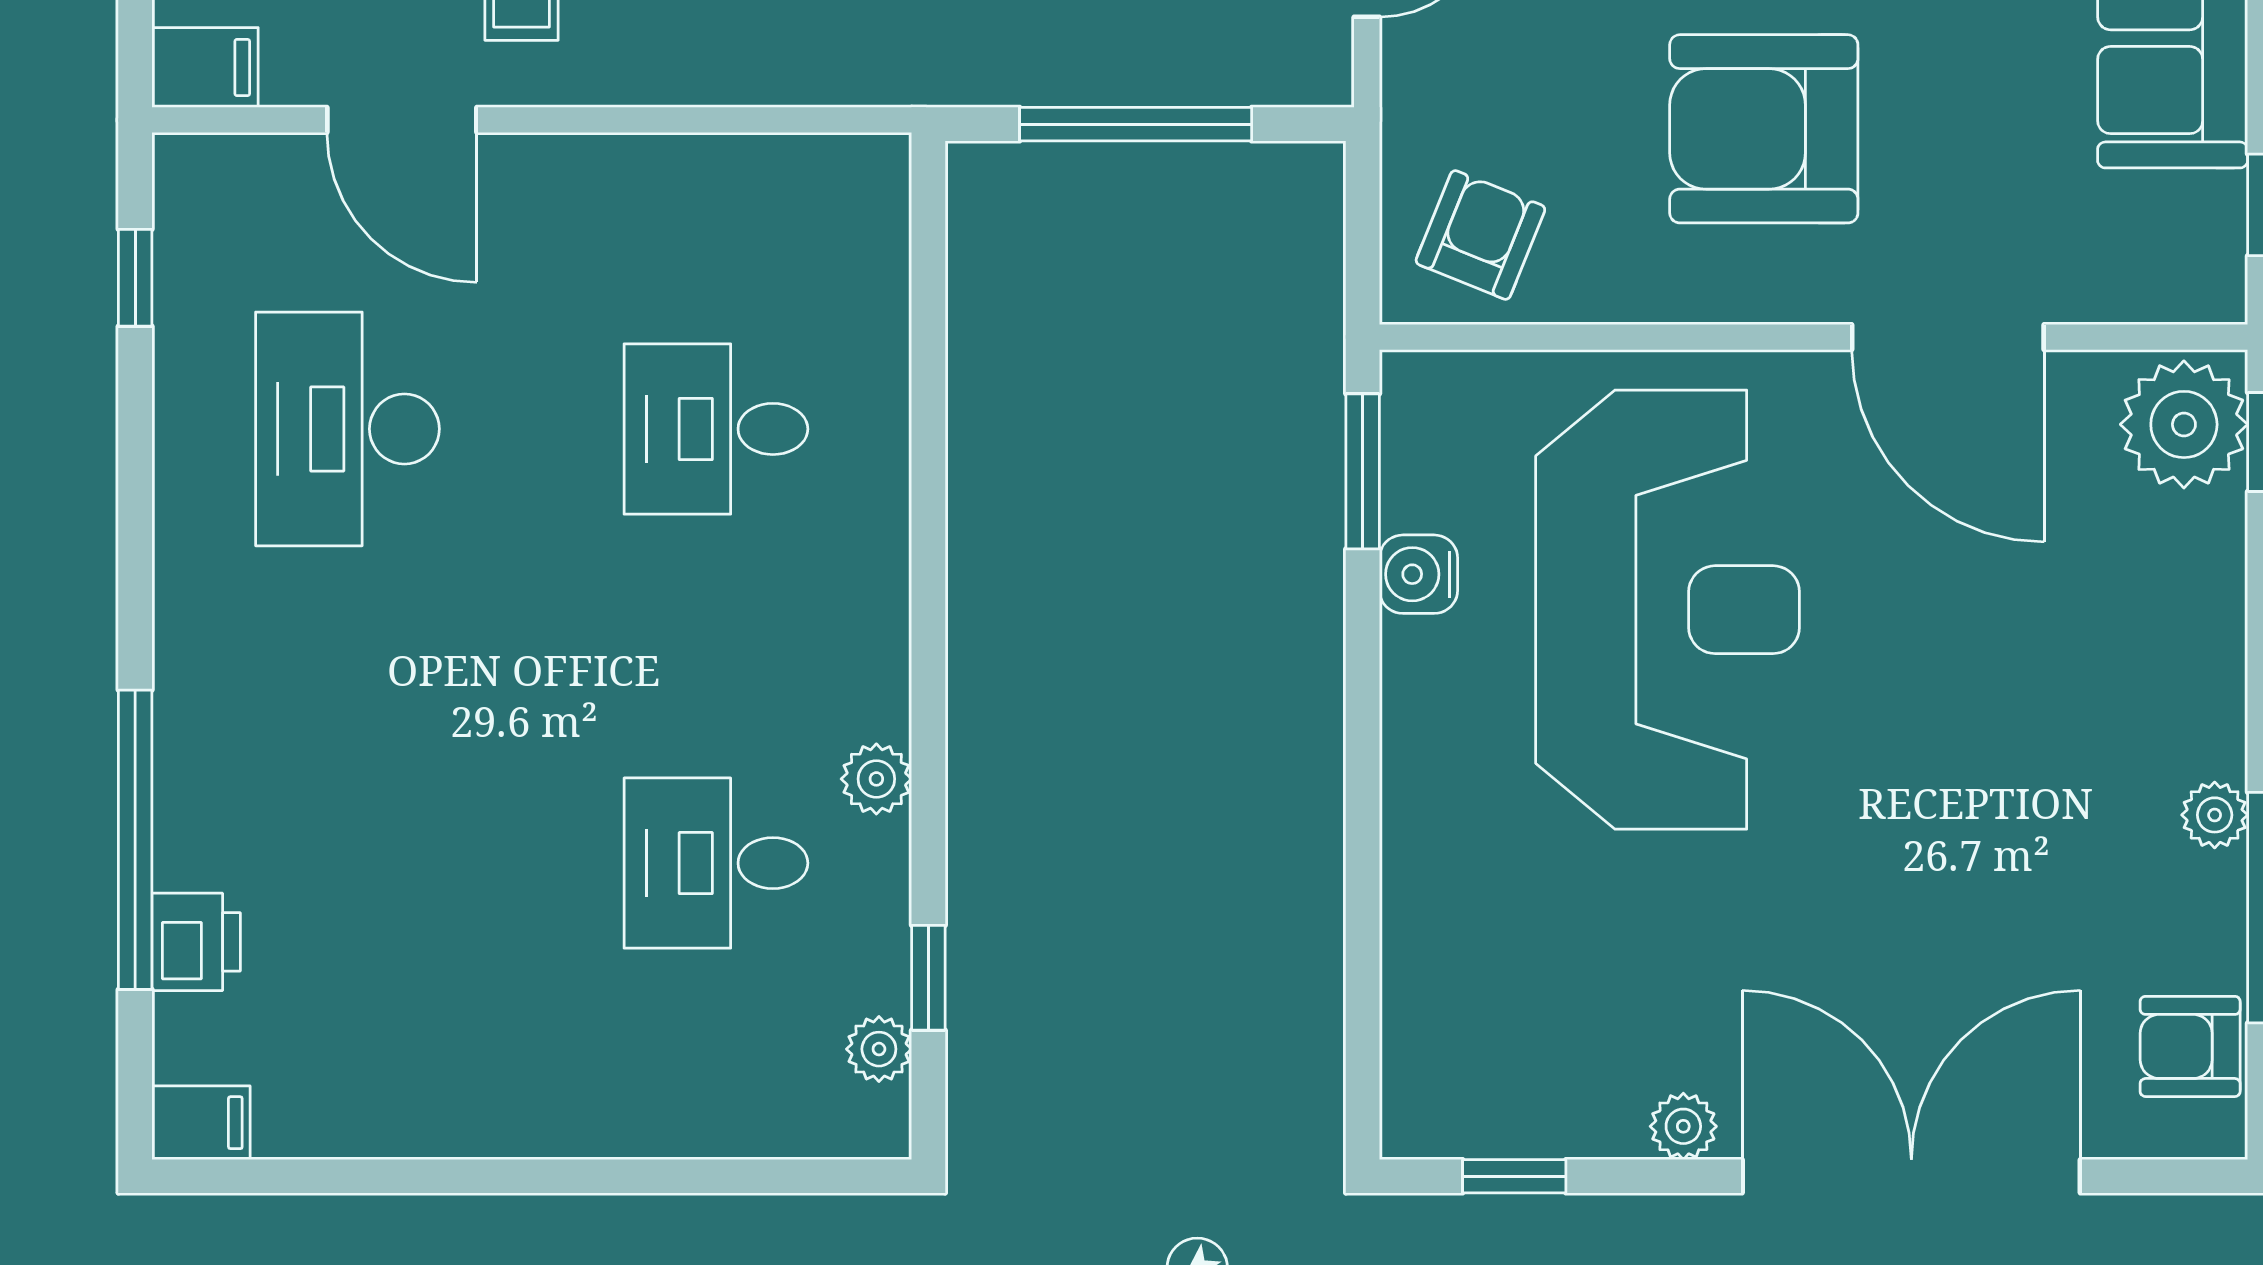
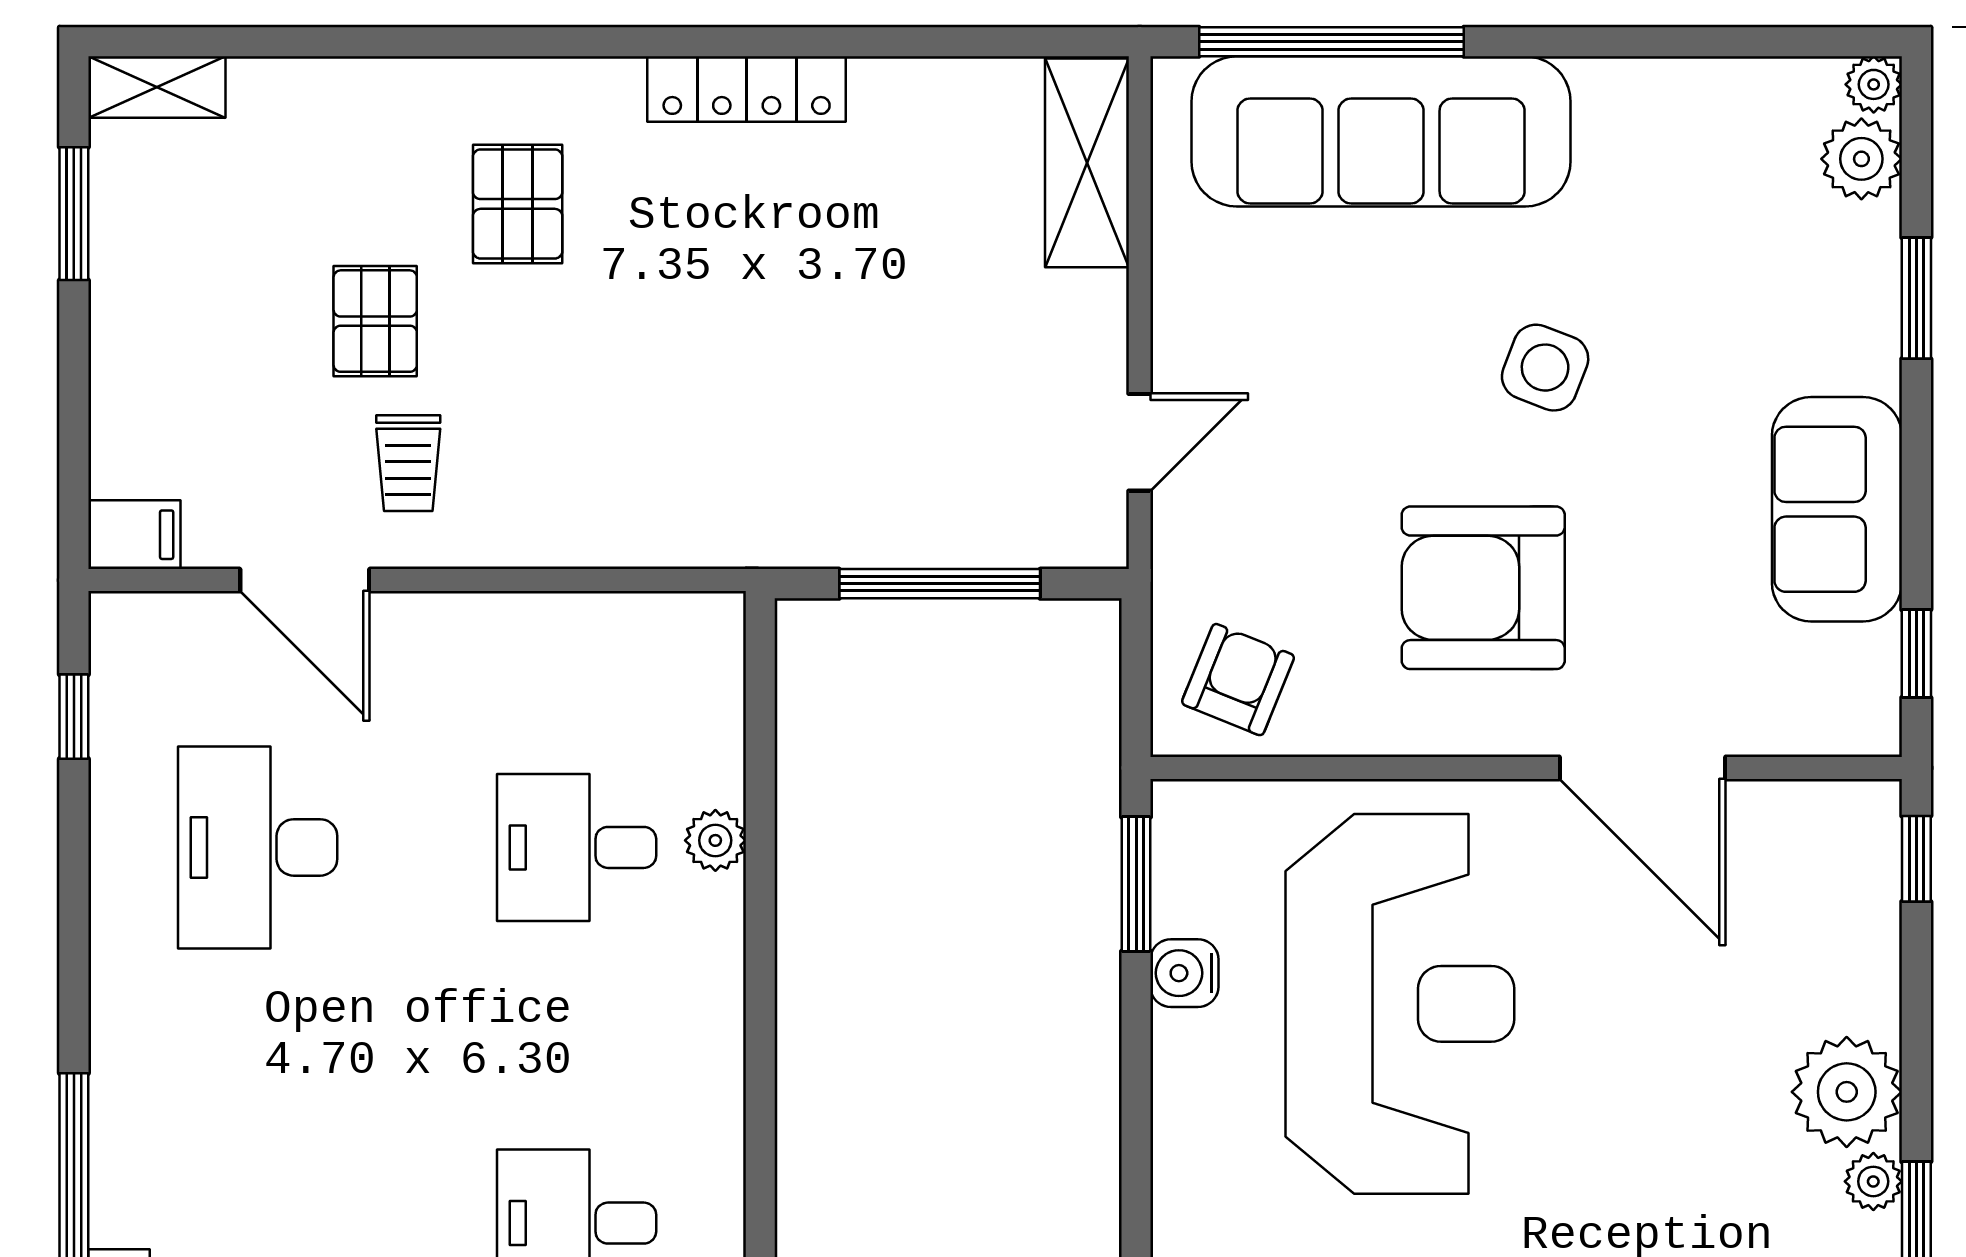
plant: (2184, 424) -> (1847, 1092), moved
plant: (876, 779) -> (715, 840), moved

